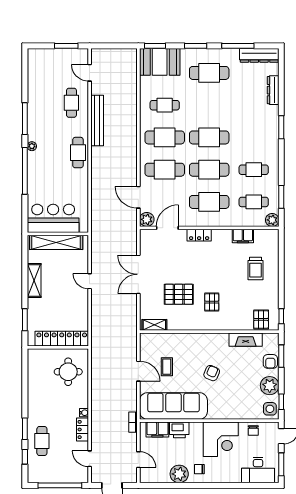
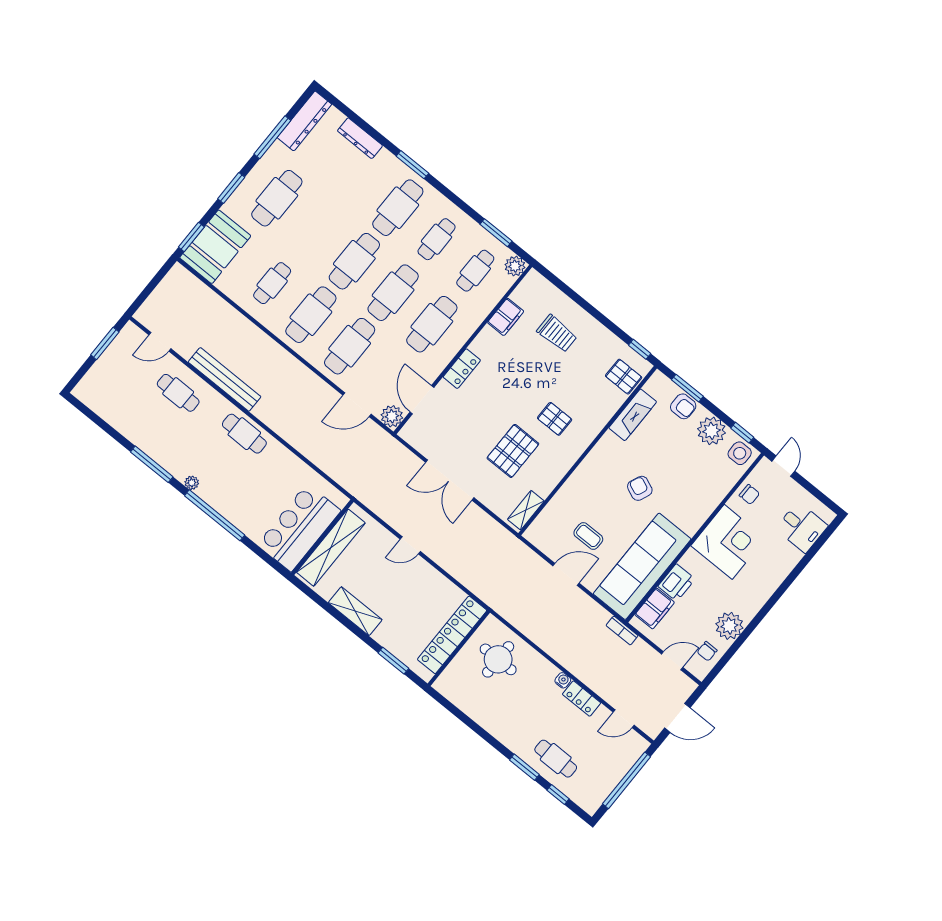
cafe table: (254, 137) -> (398, 208), added
window: (281, 464) -> (818, 494), removed
chair: (199, 469) -> (707, 651), moved
desk: (258, 470) -> (802, 527), width x0.73

